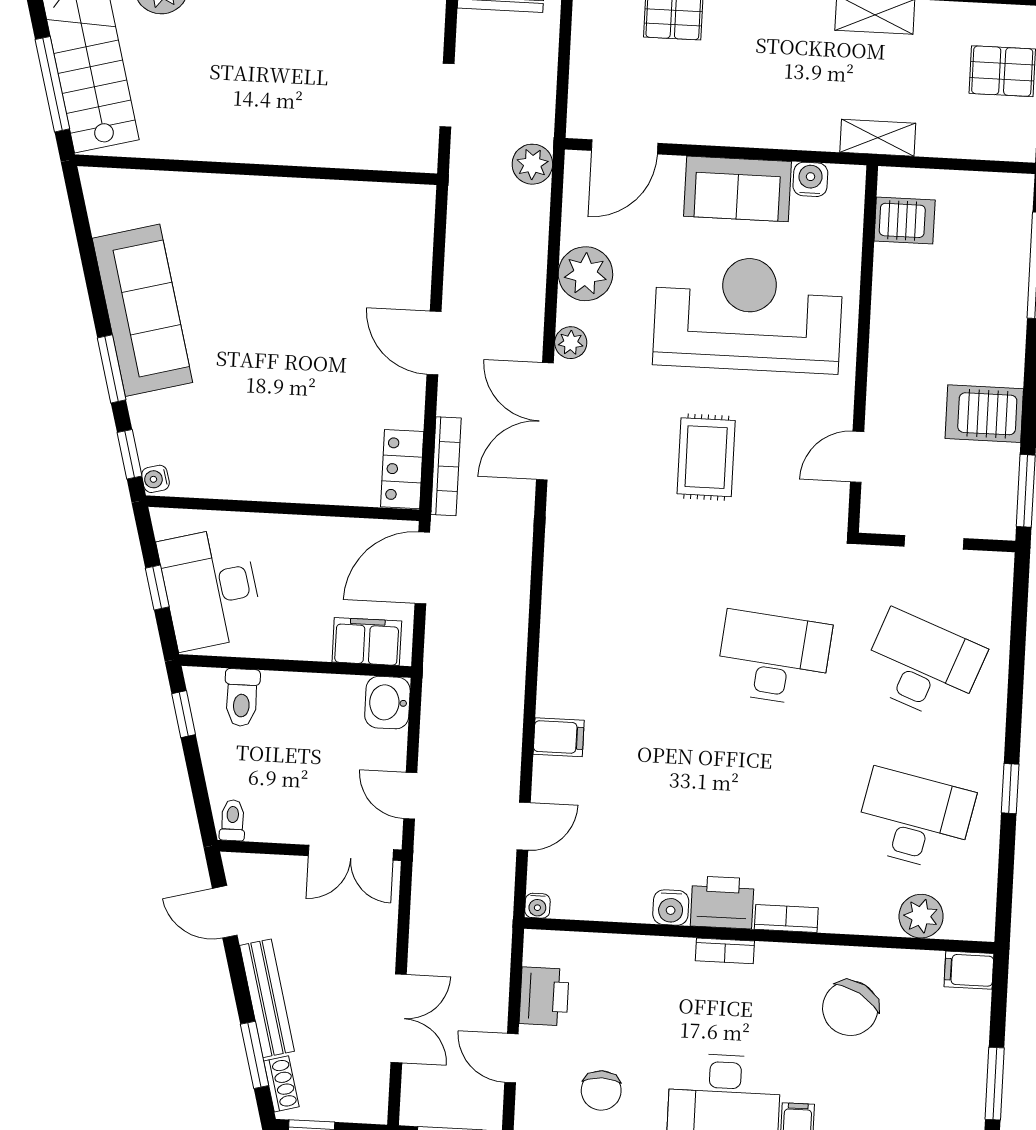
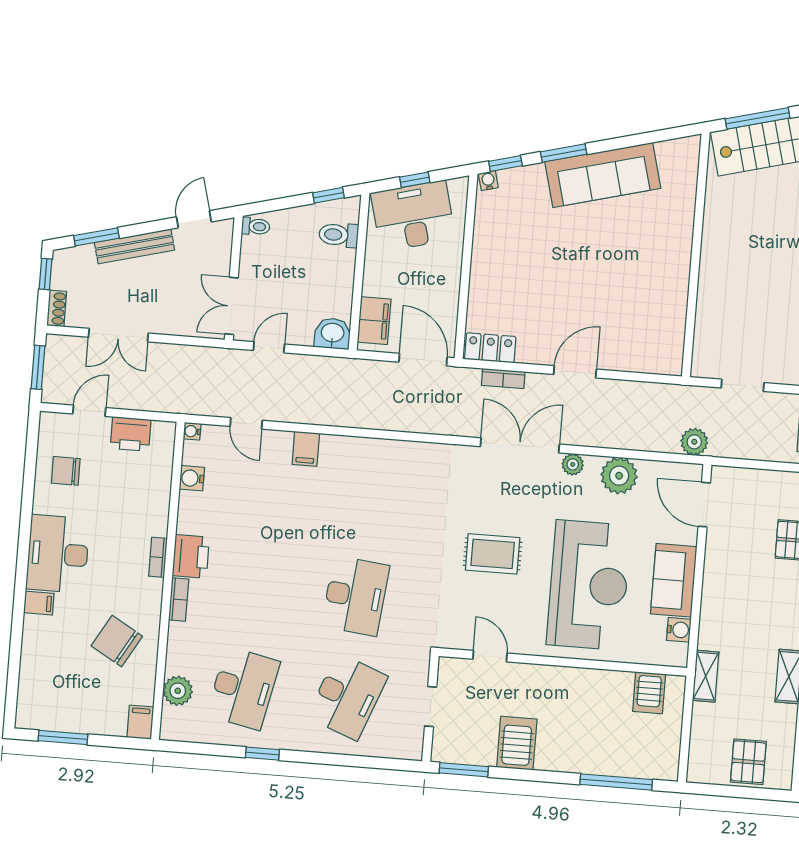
bookcase: (446, 466) -> (503, 379), width x0.64
water cooler: (671, 908) -> (192, 478), moved
shoe rack: (281, 1084) -> (57, 308), moved, turned -75

